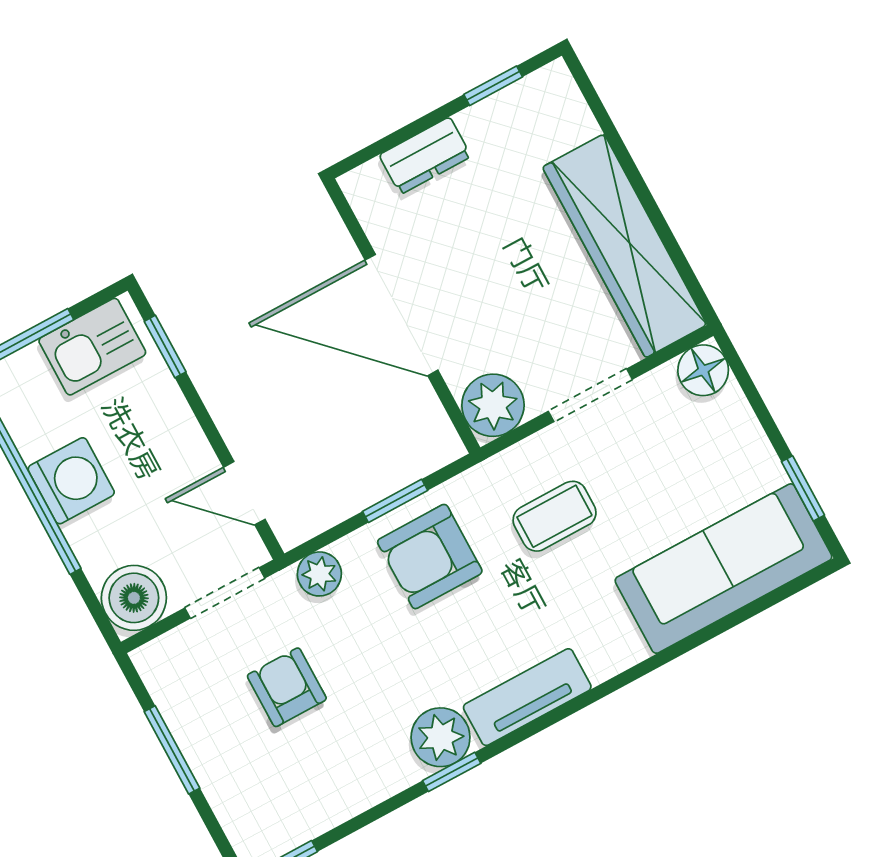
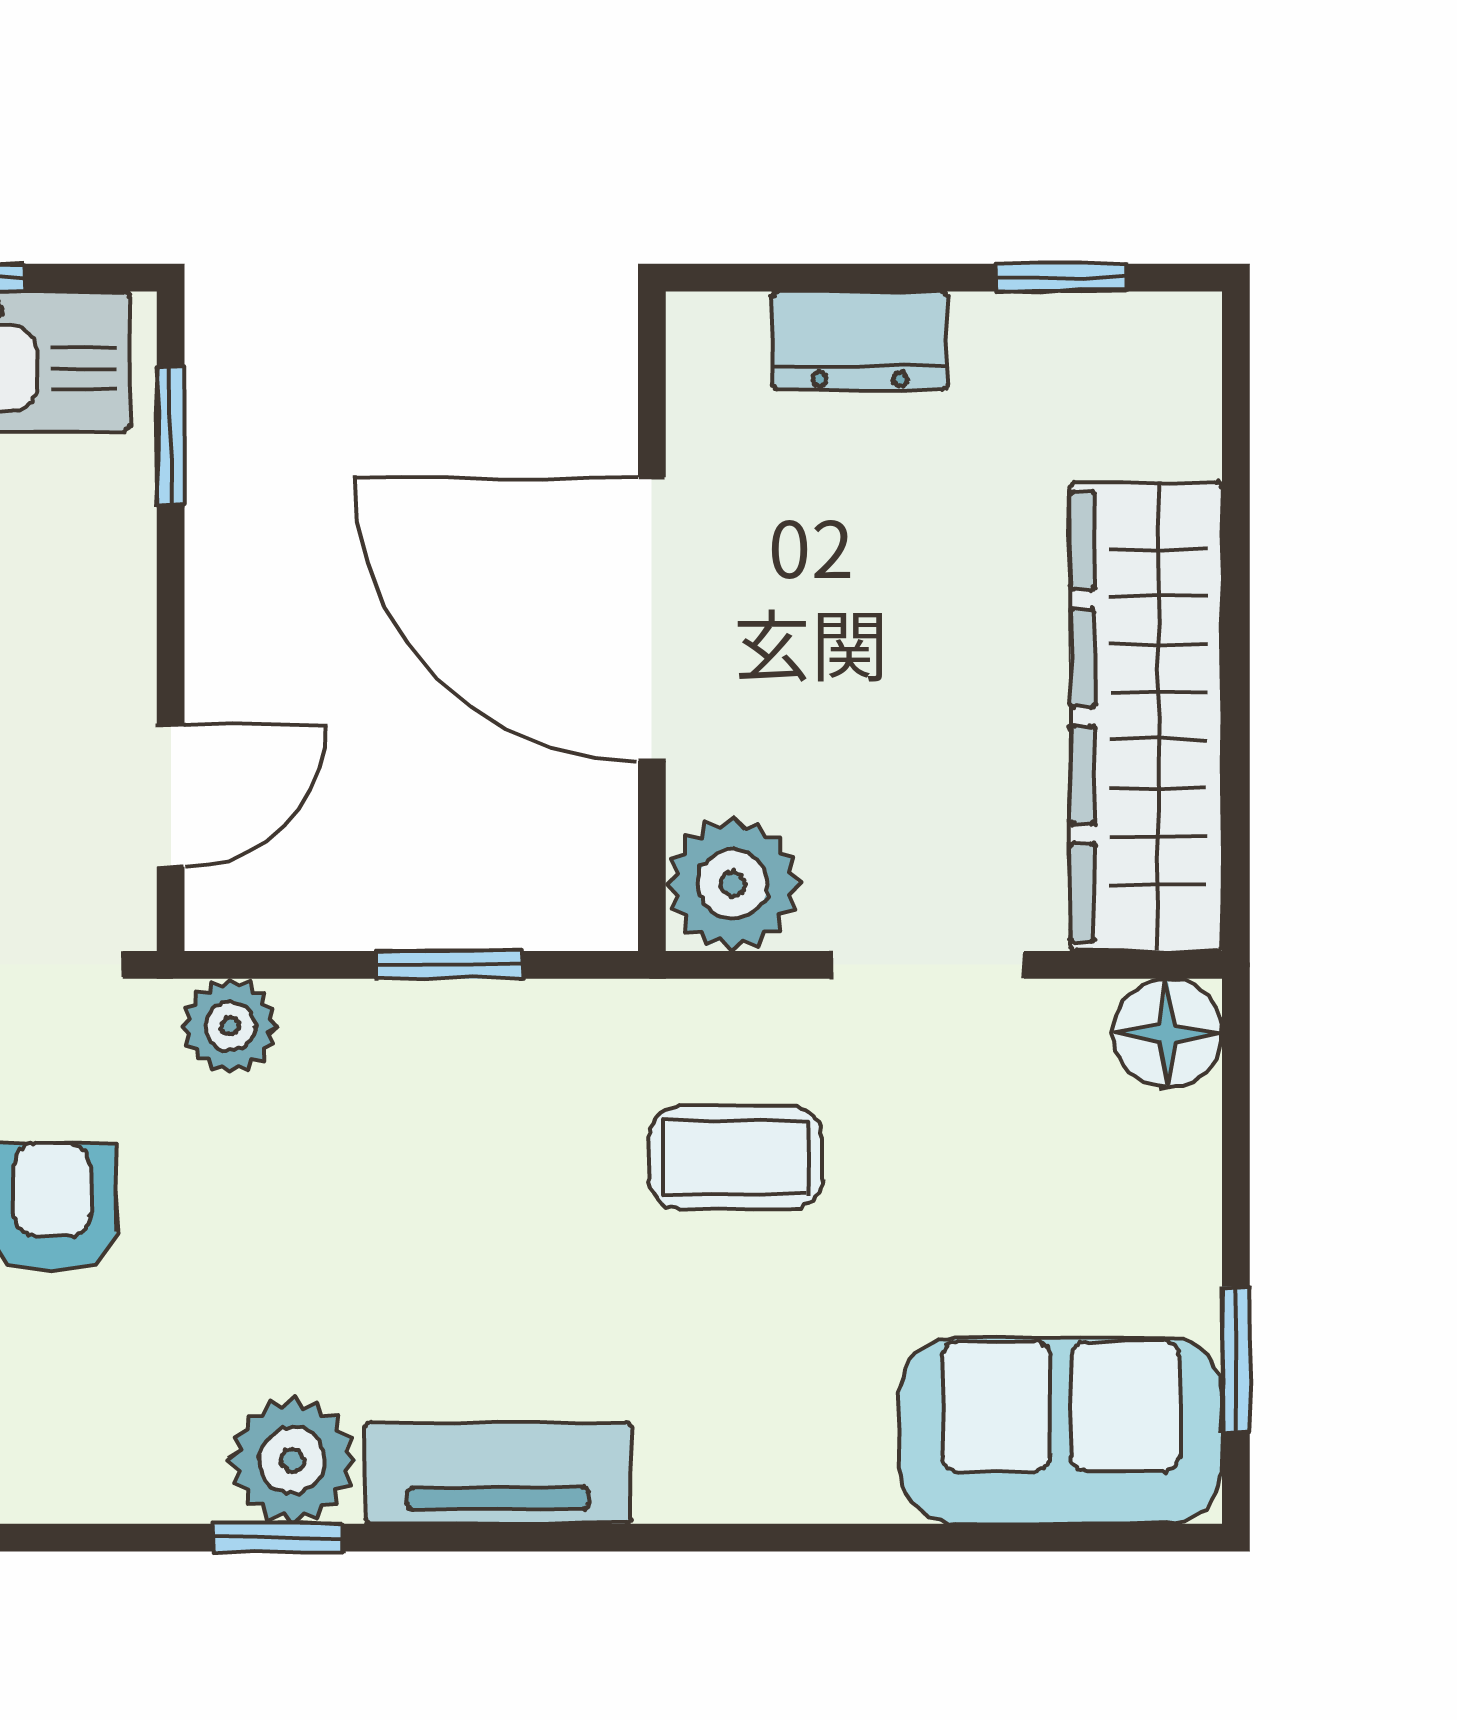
door: (244, 493) -> (171, 796), swing flipped
armchair: (430, 557) -> (458, 1106), removed
sofa: (724, 569) -> (1061, 1431), width x0.73

